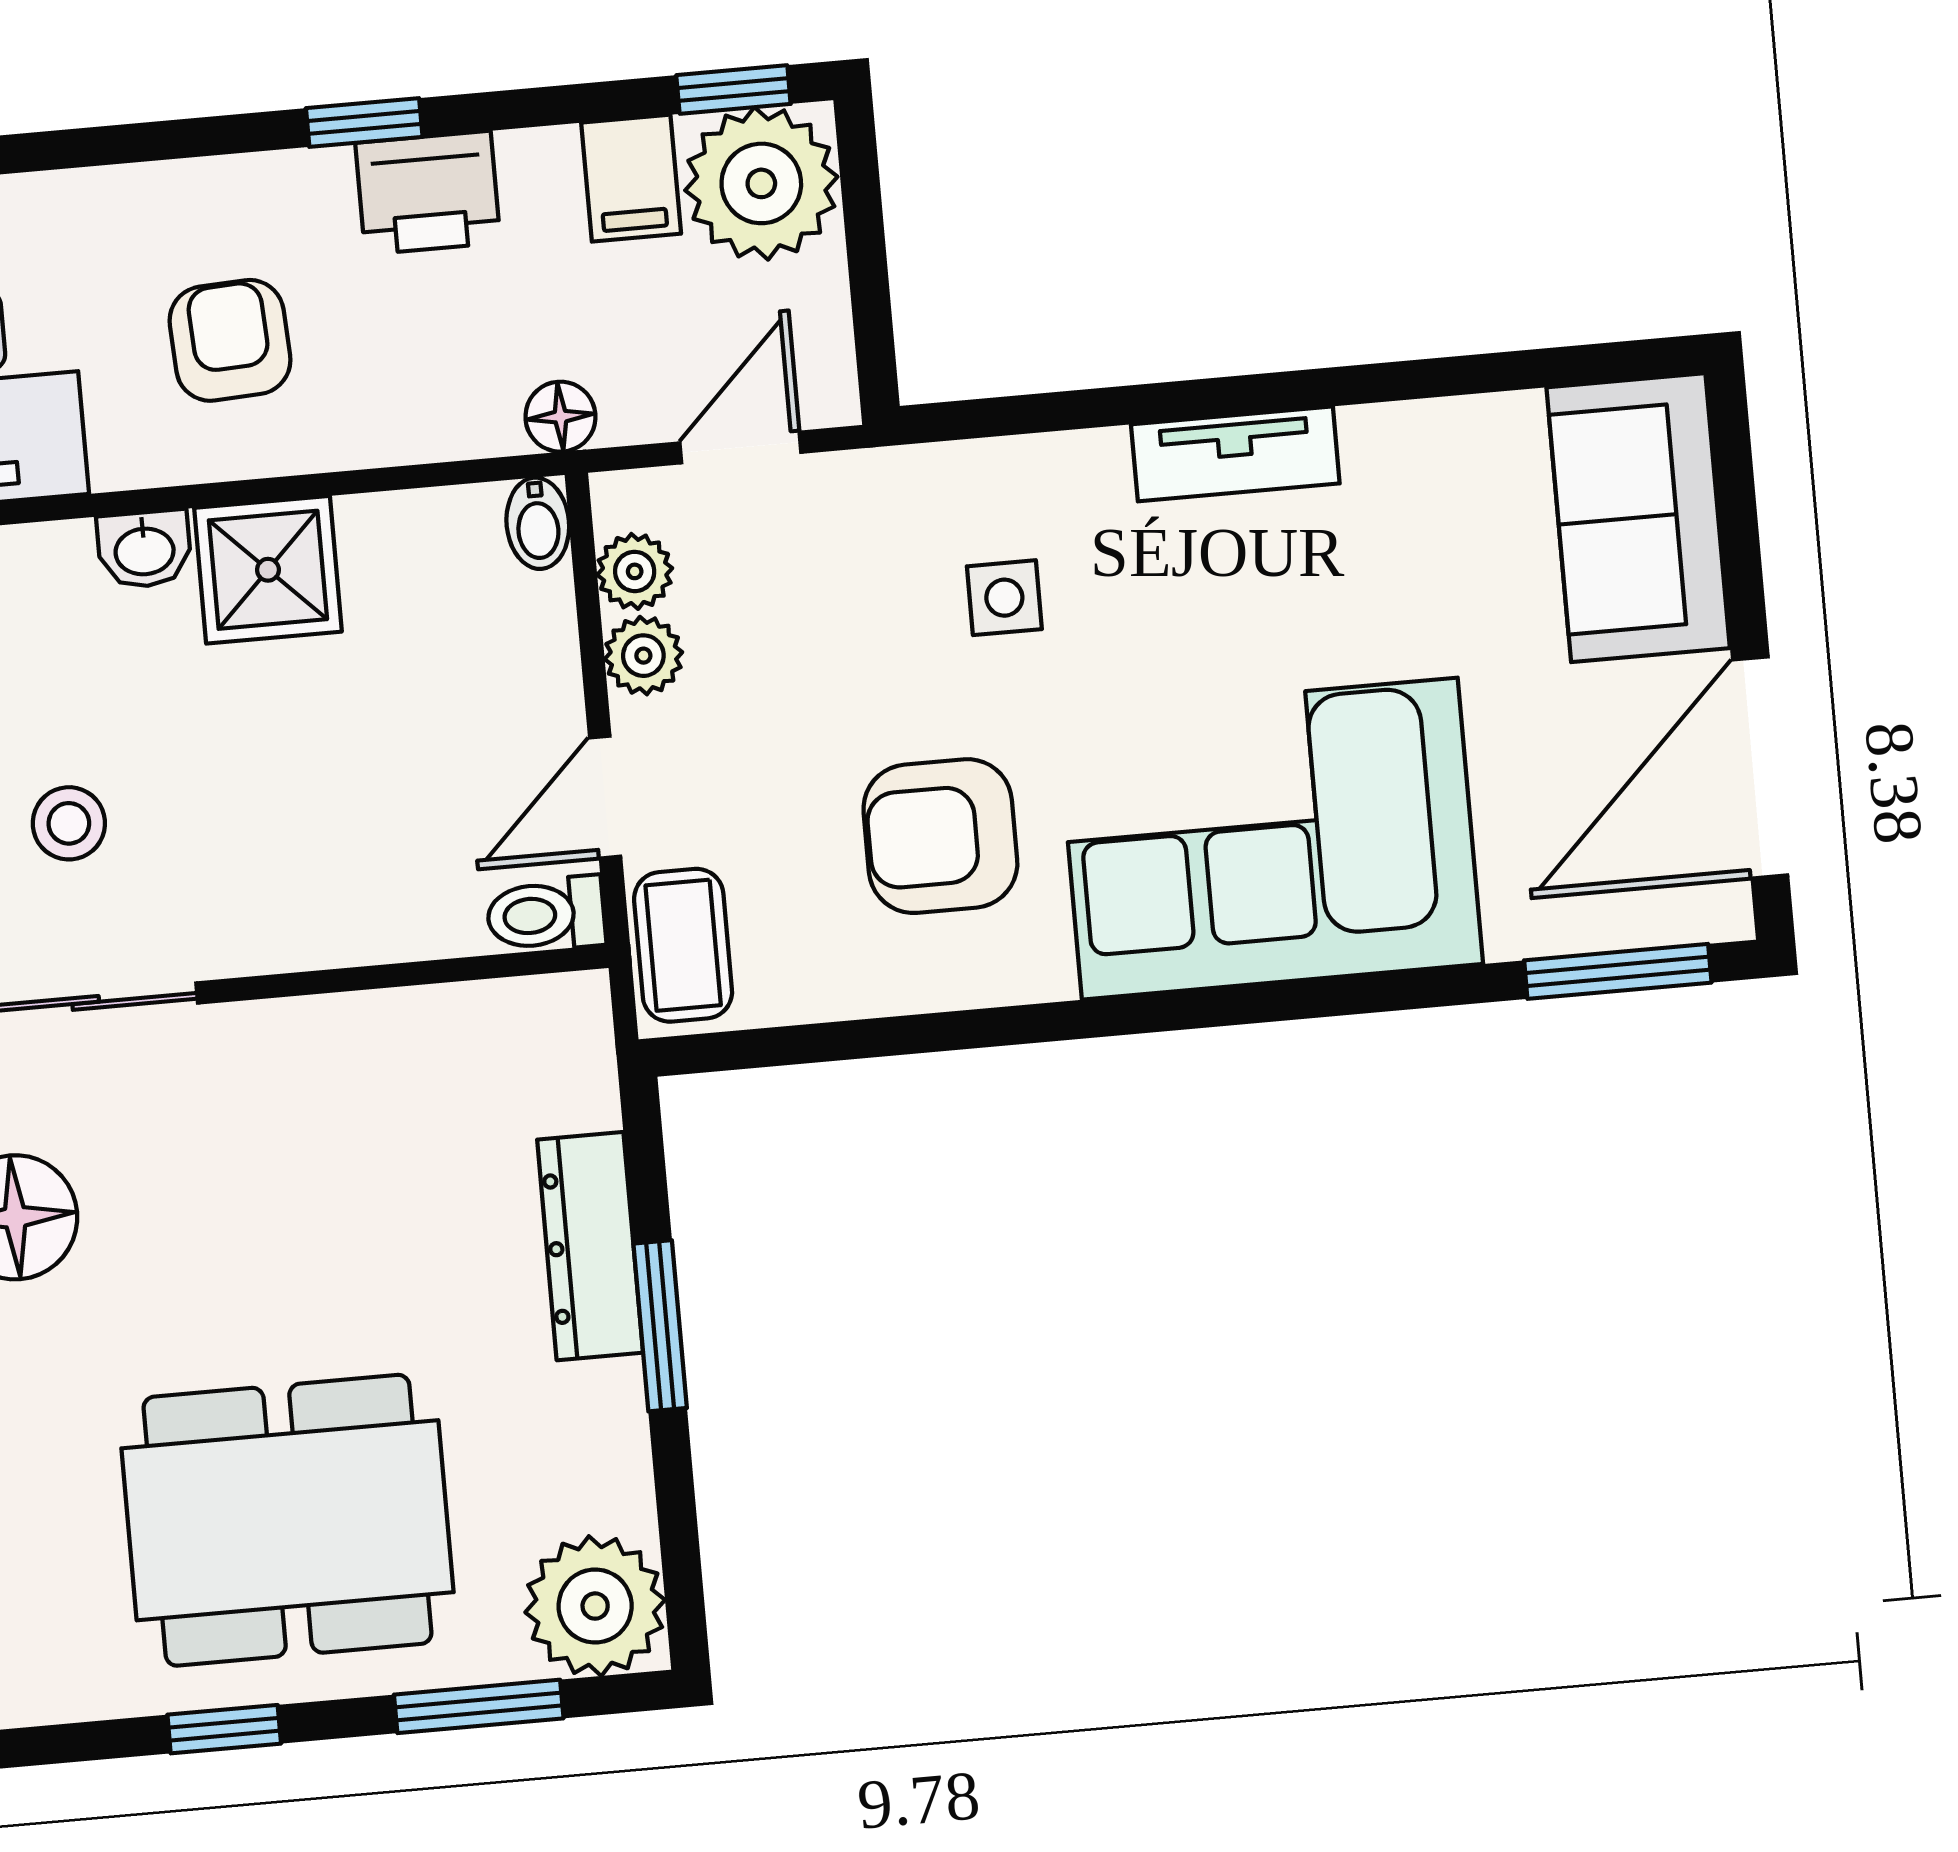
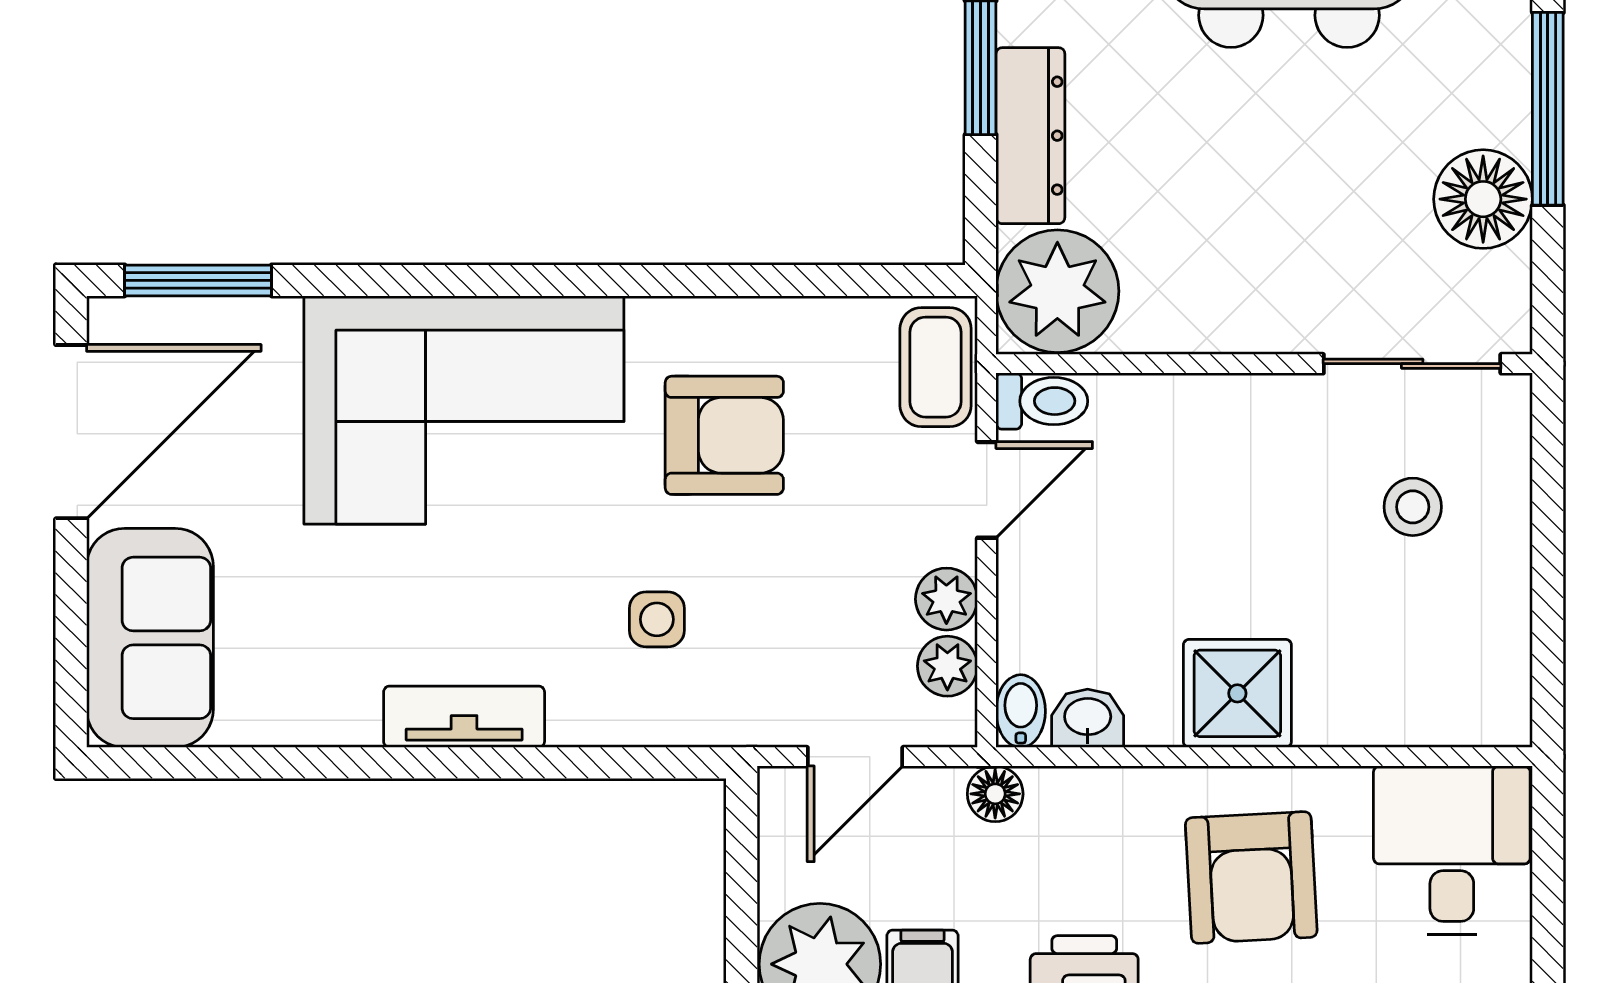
armchair: (230, 340) -> (1251, 878), width x1.38, depth x1.38
washbasin: (144, 549) -> (1088, 718), moved
plant: (539, 1054) -> (1057, 291), added

